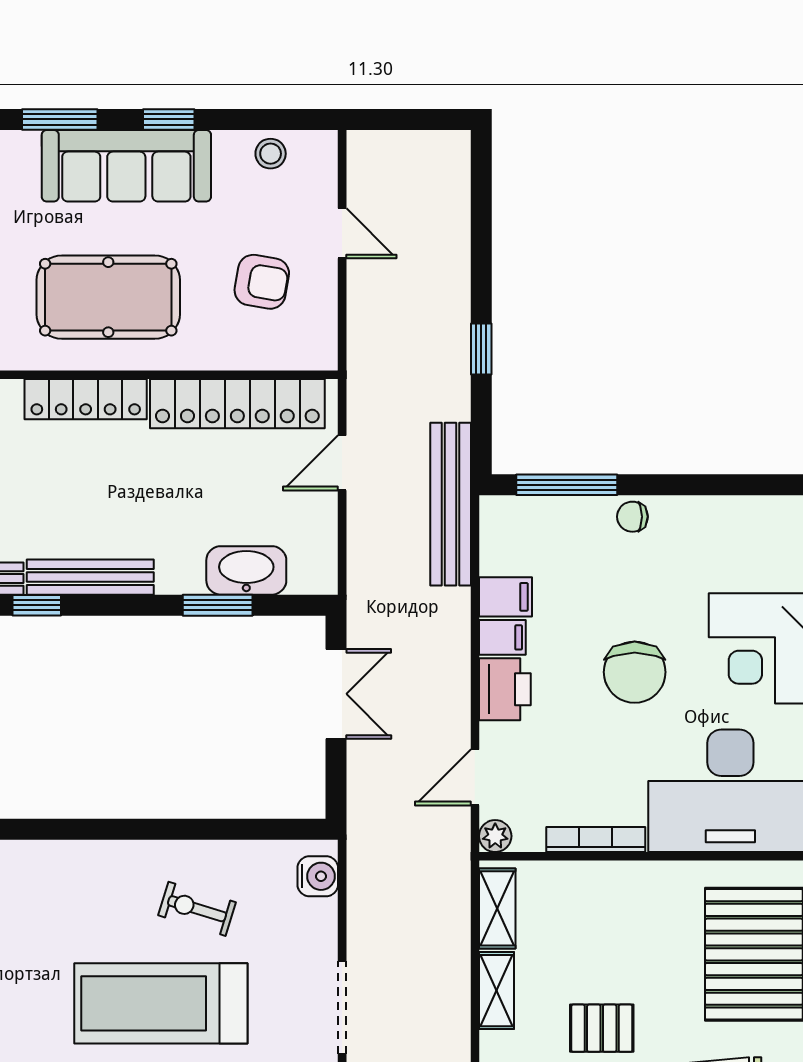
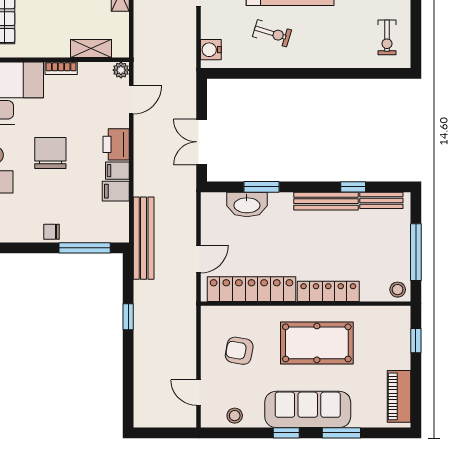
door: (342, 233) -> (198, 393), moved
chair: (632, 517) -> (51, 232), turned 180
bookcase: (596, 840) -> (61, 68), width x0.64
shelving: (497, 908) -> (91, 49), moved, turned 90

